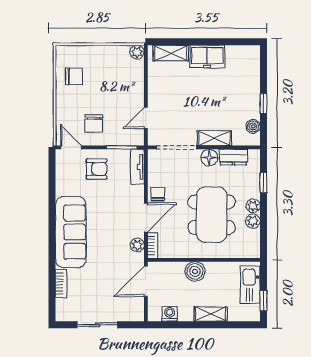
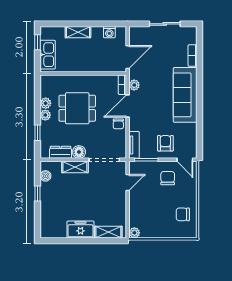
armchair: (97, 169) -> (165, 143), turned 90
dining table: (212, 215) -> (77, 108), width x0.73
boiler: (195, 271) -> (90, 65), removed

